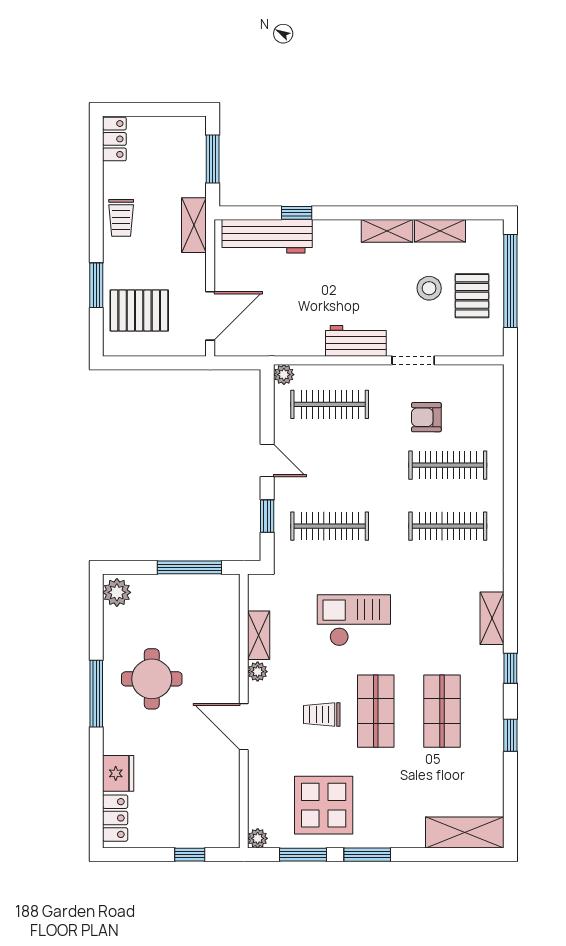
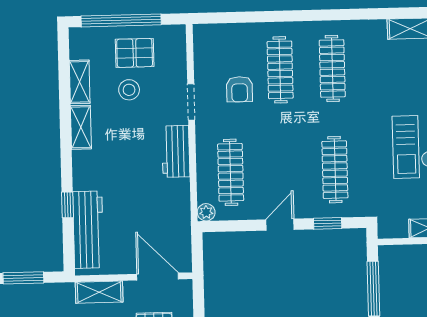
shelving: (194, 225) -> (99, 292), moved

